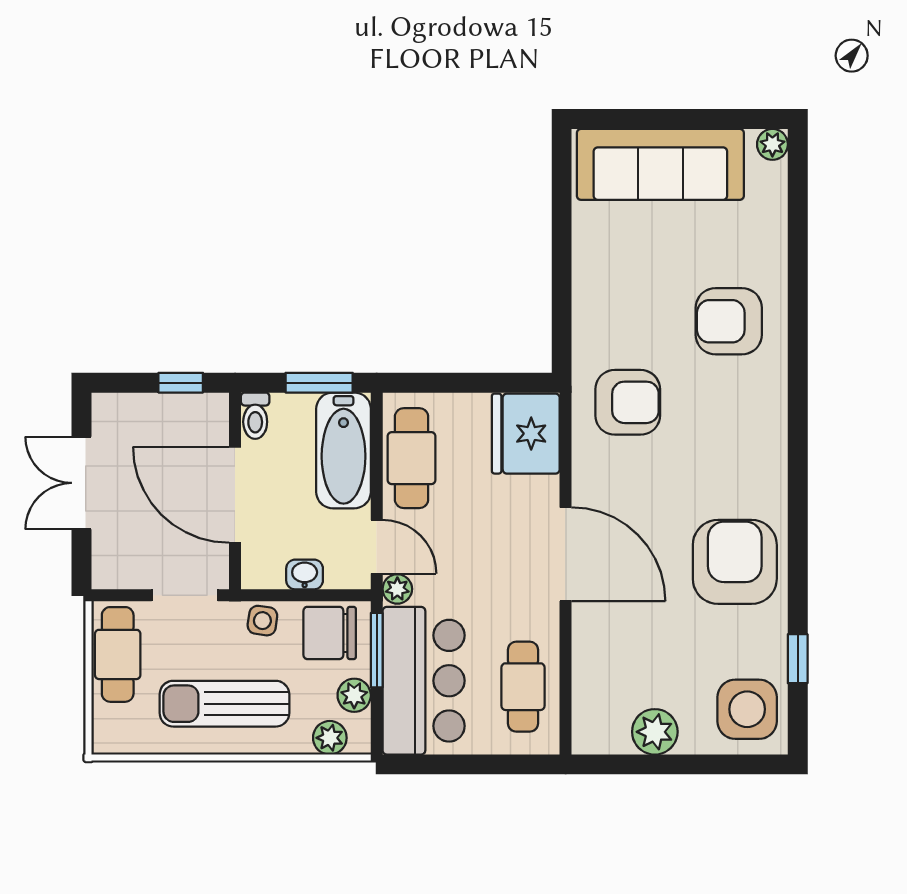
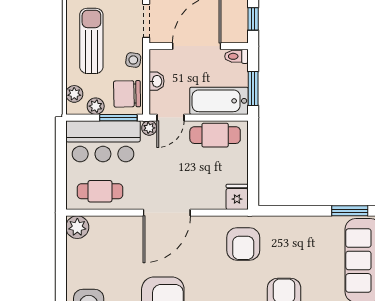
window: (562, 191) -> (350, 211), added
fridge: (526, 434) -> (237, 197), width x0.53, depth x0.75
chair: (330, 633) -> (127, 94), turned -91
plant: (655, 732) -> (77, 227), moved

